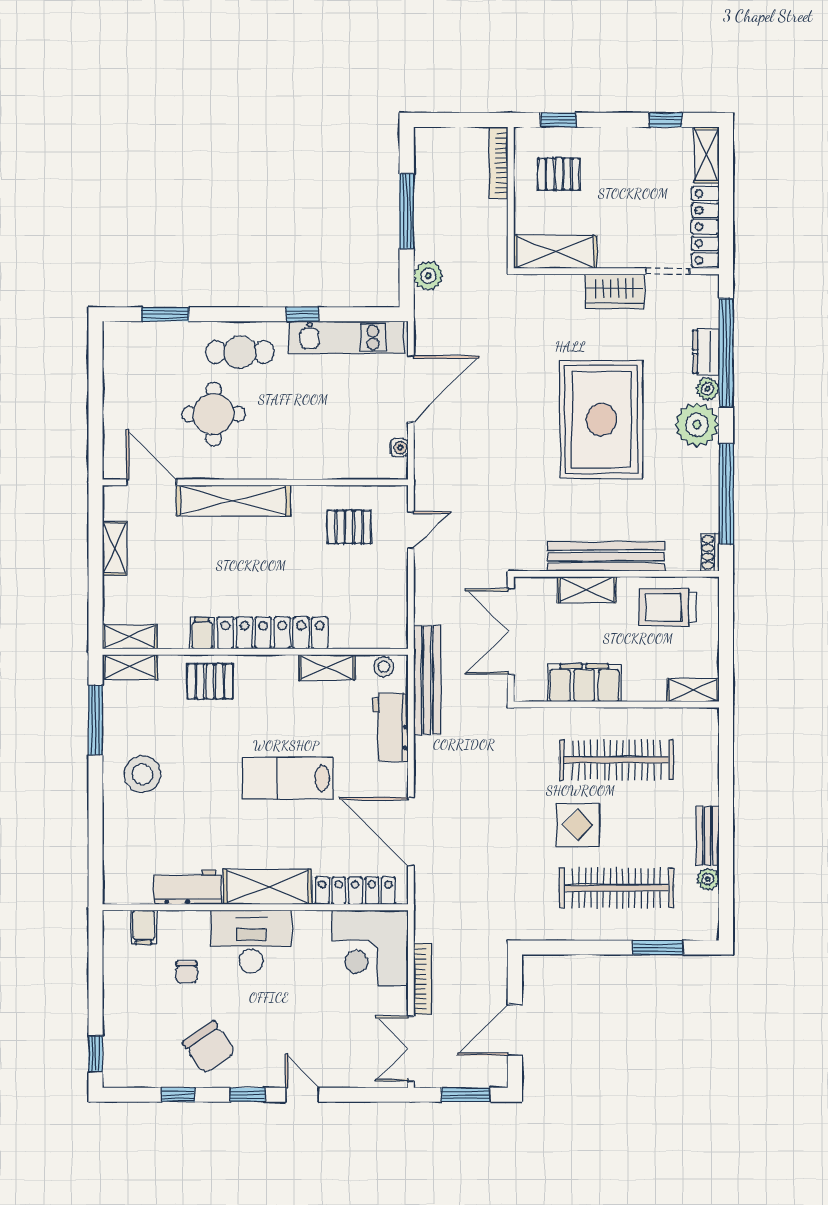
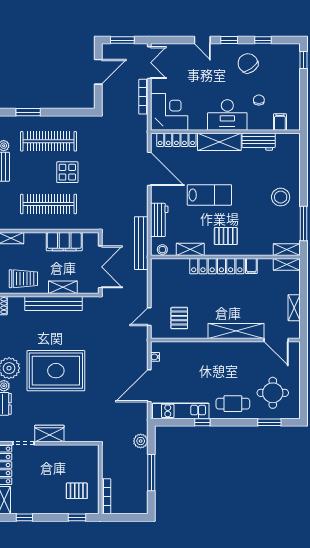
shelving: (555, 252) -> (78, 453), removed
round table: (214, 414) -> (273, 393), moved
rug: (601, 420) -> (56, 371), turned 90
pallet: (349, 527) -> (179, 318), turned 90
pallet: (210, 681) -> (226, 236), moved

